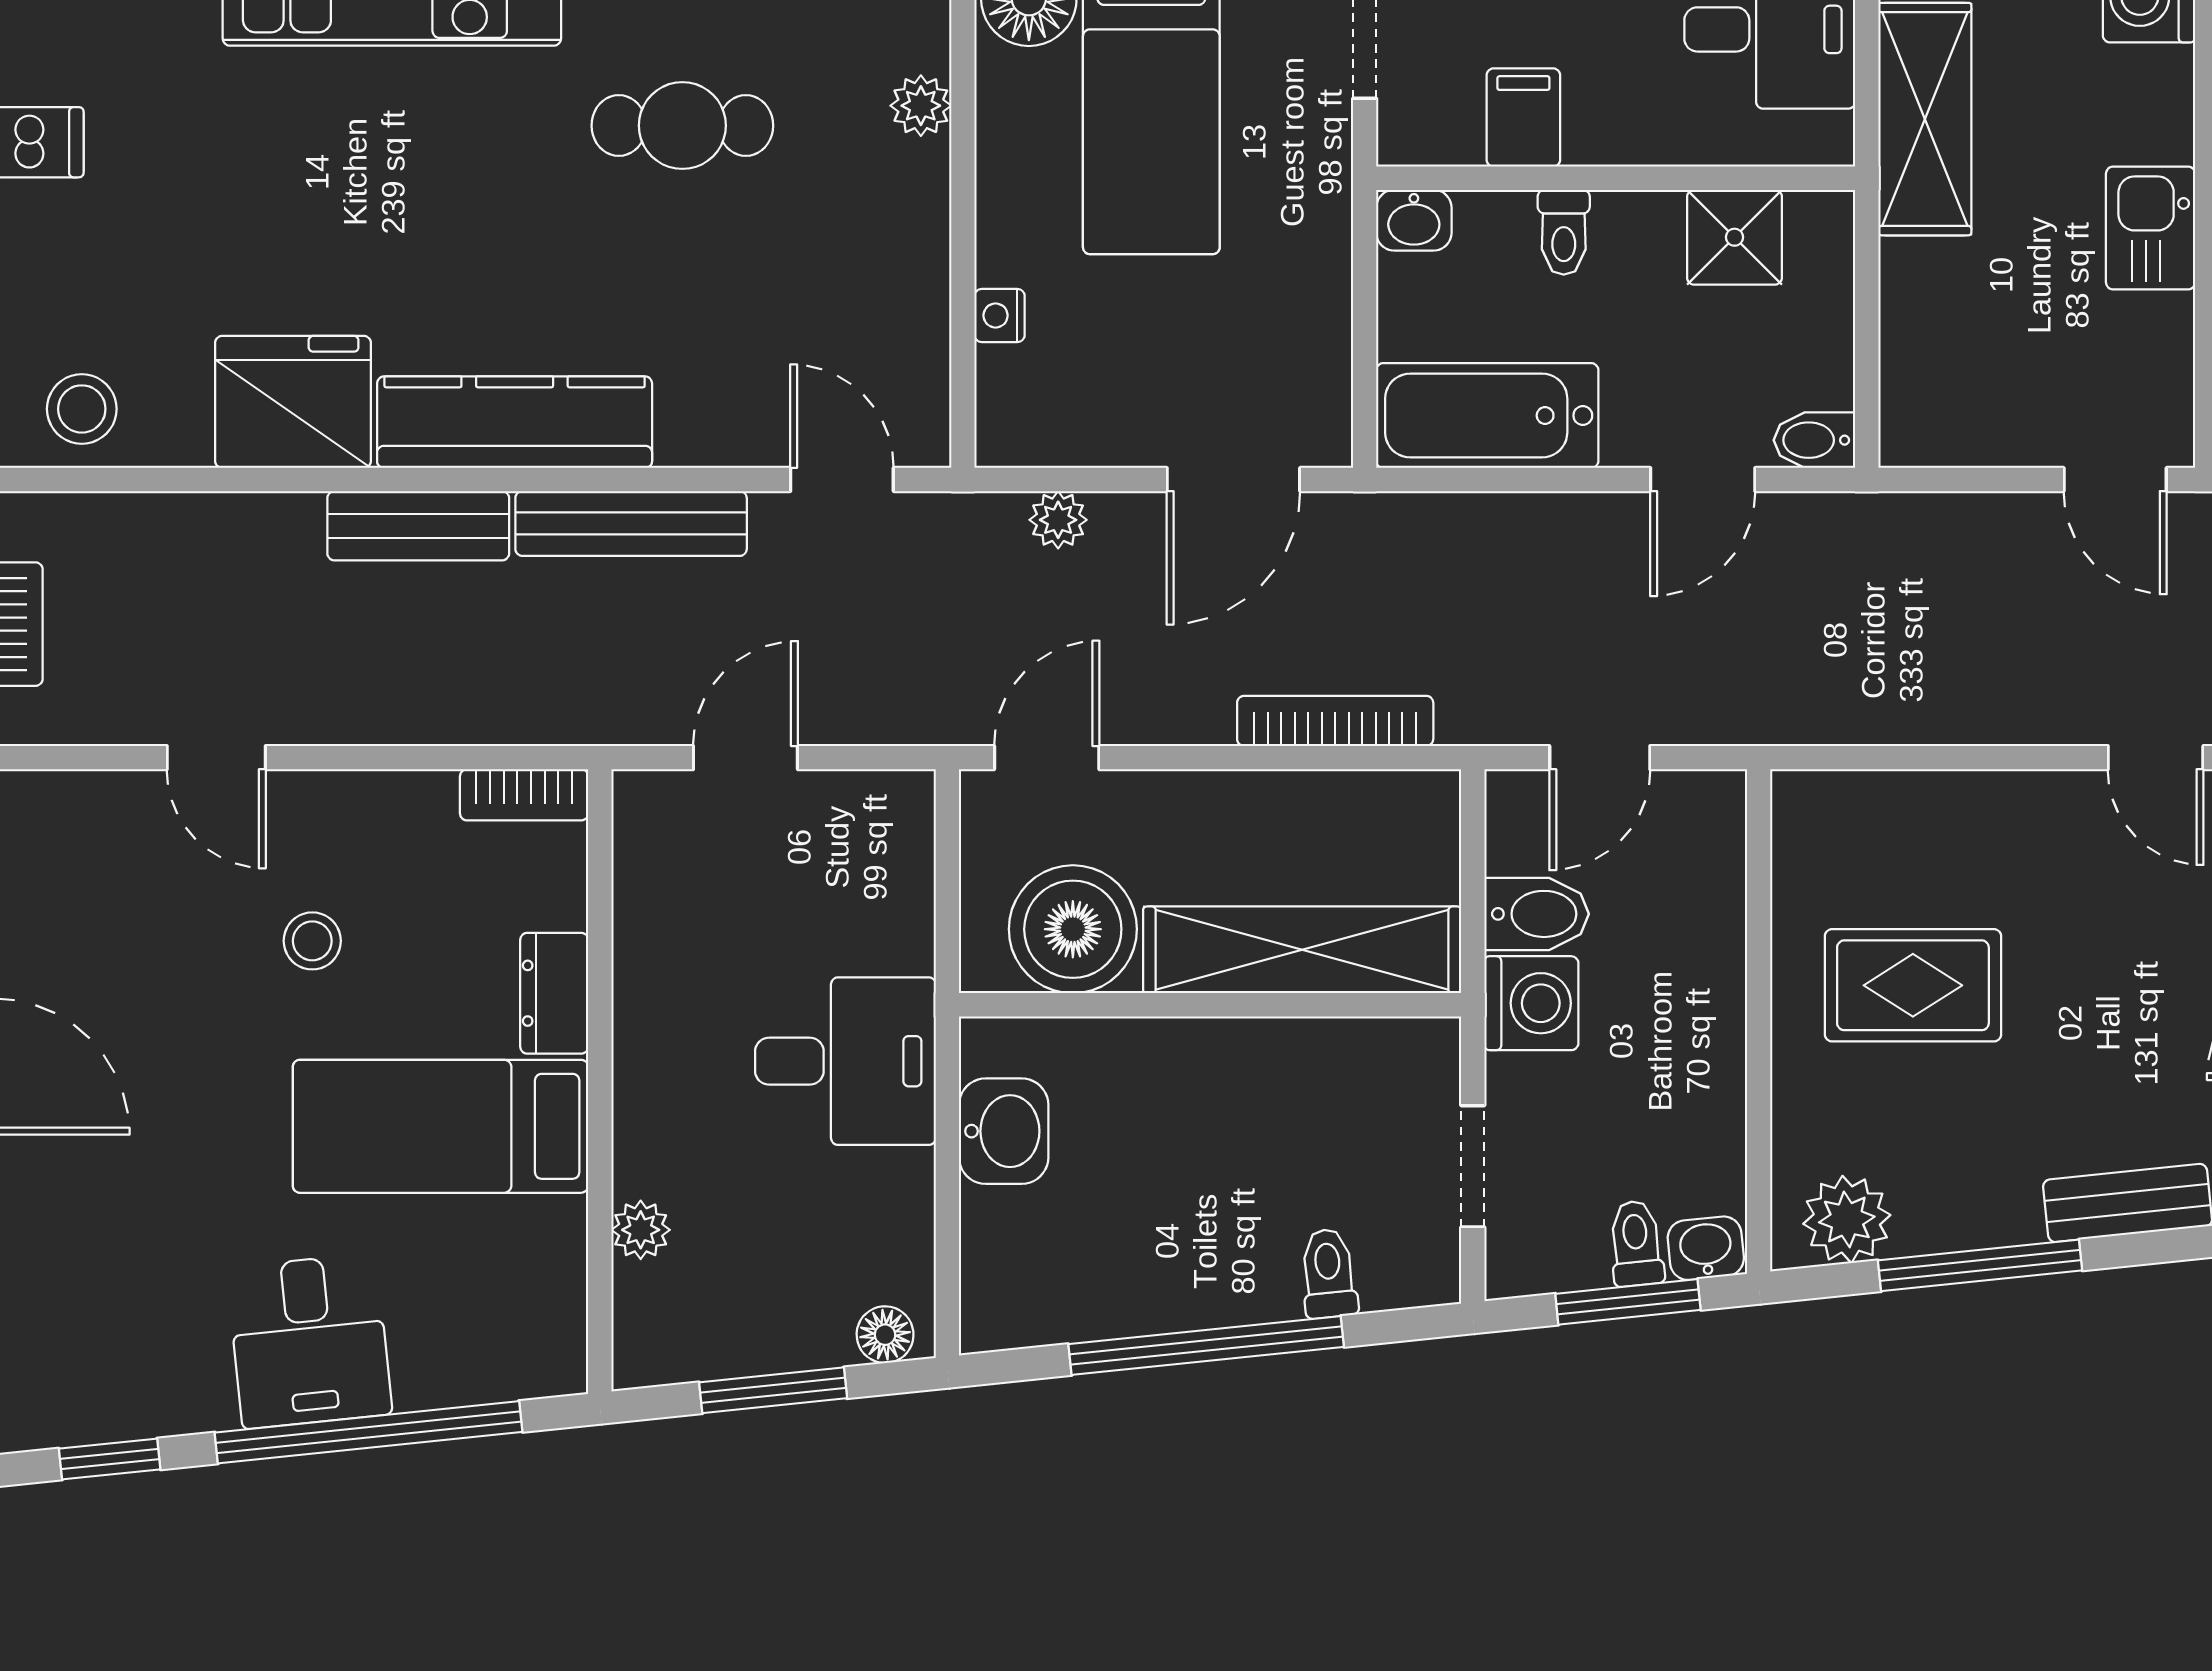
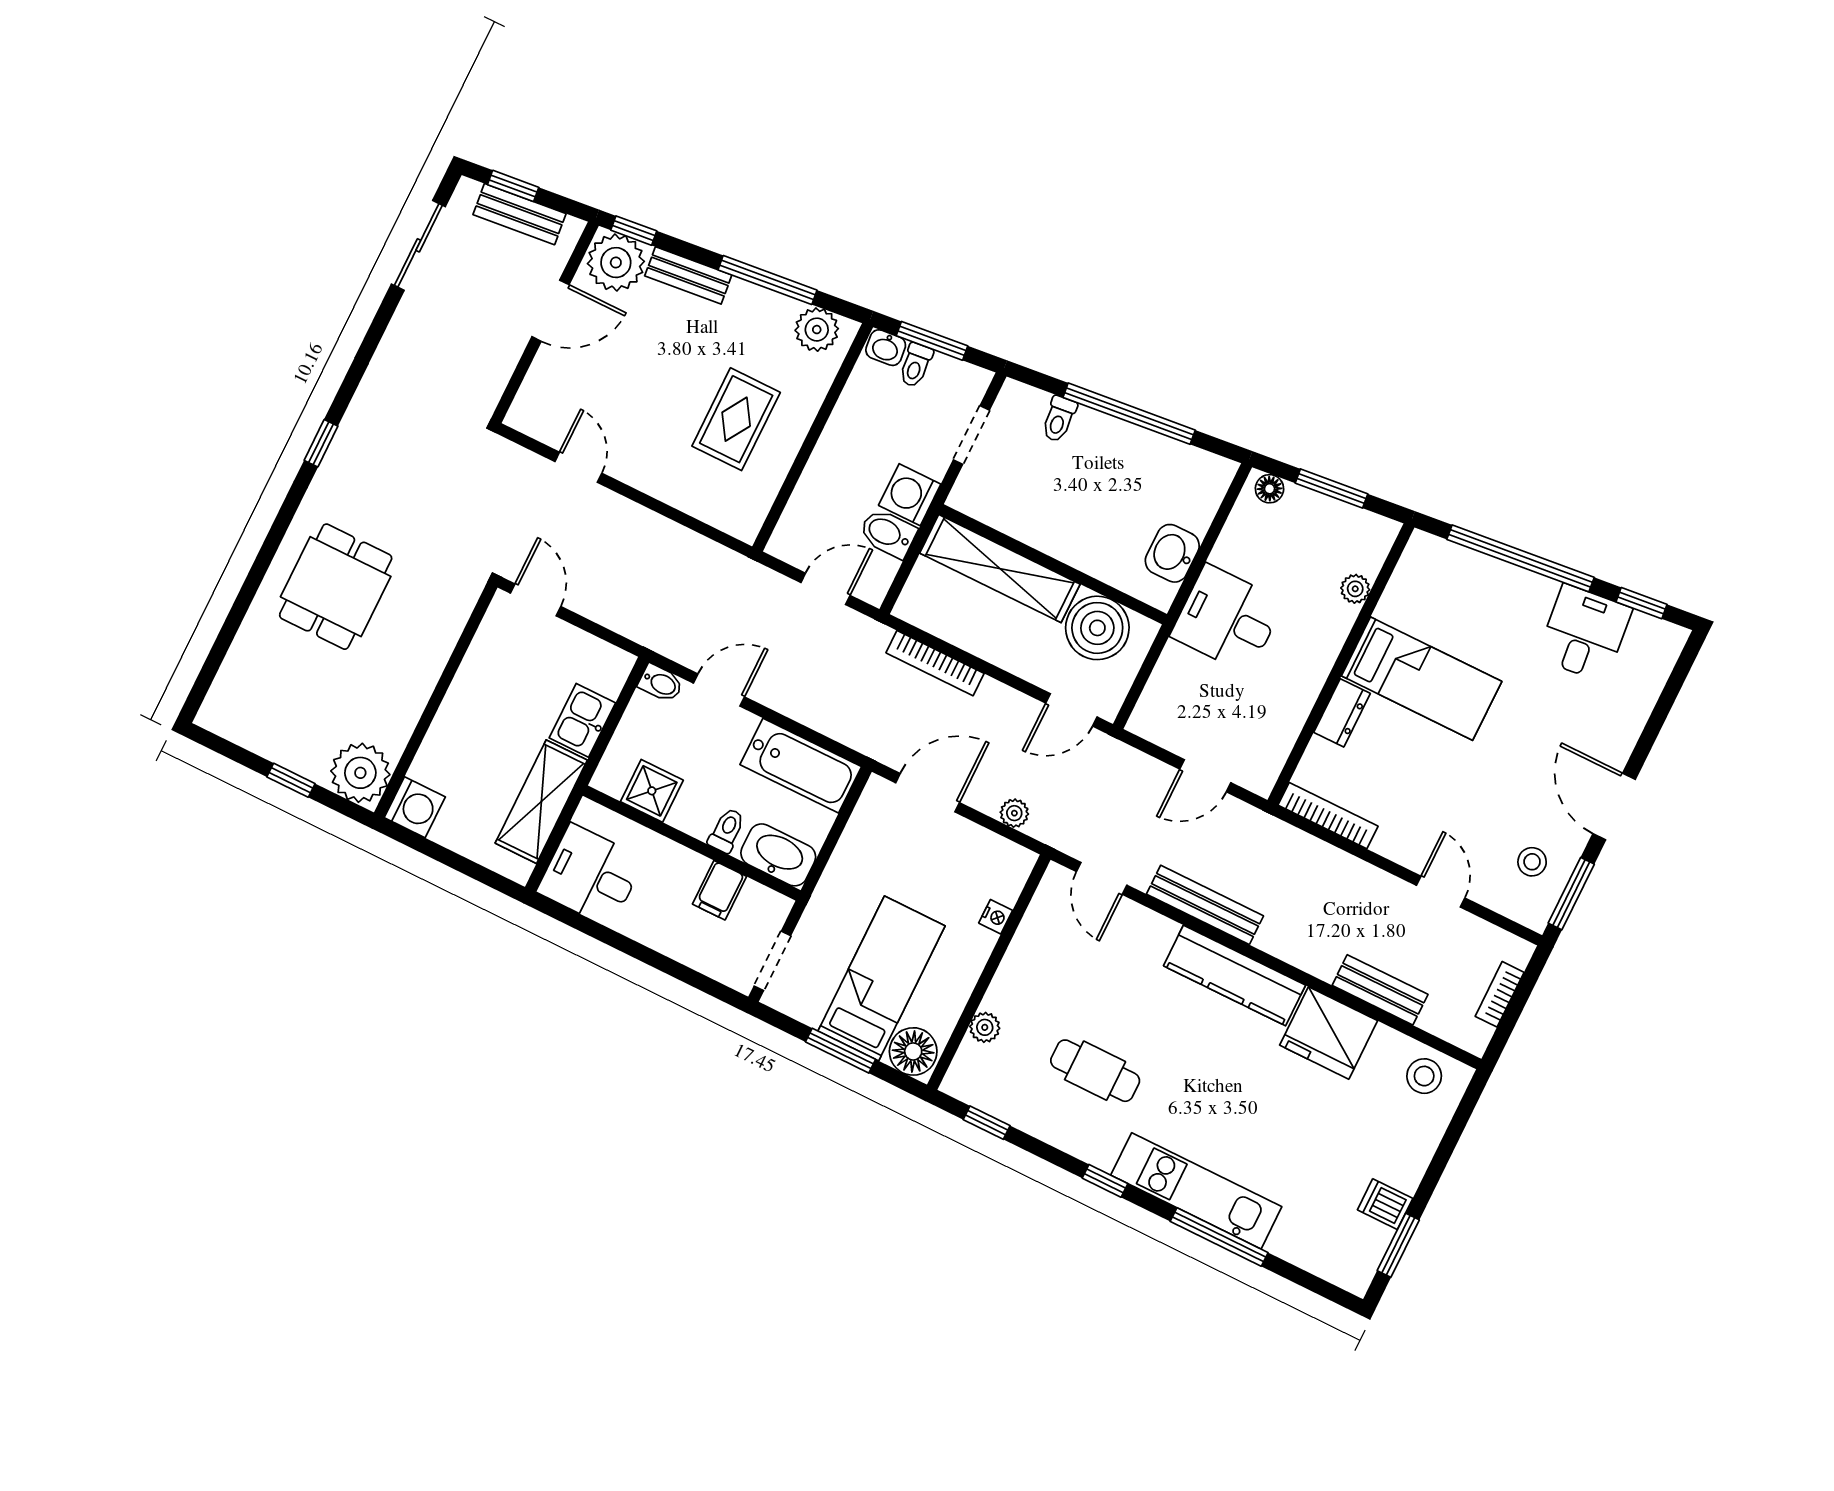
washbasin: (1414, 220) -> (778, 855), width x1.91, depth x1.45
kitchen sink: (2151, 228) -> (582, 720), moved, turned 180
bench: (418, 526) -> (1380, 990), moved
bookcase: (524, 795) -> (1328, 816), width x1.56
stool: (312, 941) -> (1532, 862), moved
rug: (1913, 985) -> (736, 419), turned 90
desk: (309, 1341) -> (1584, 633), moved

